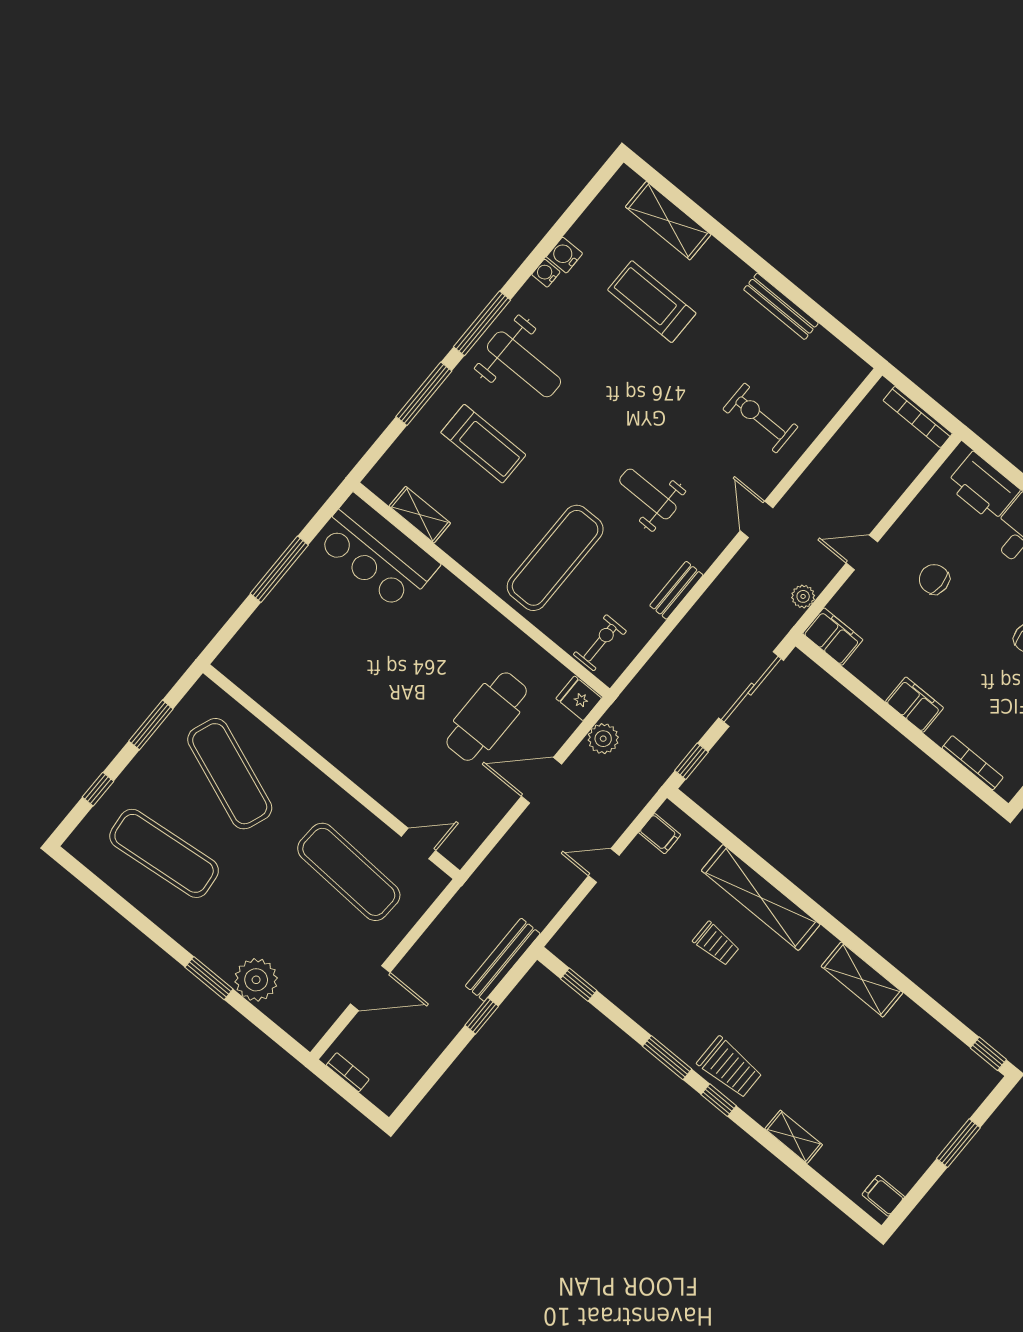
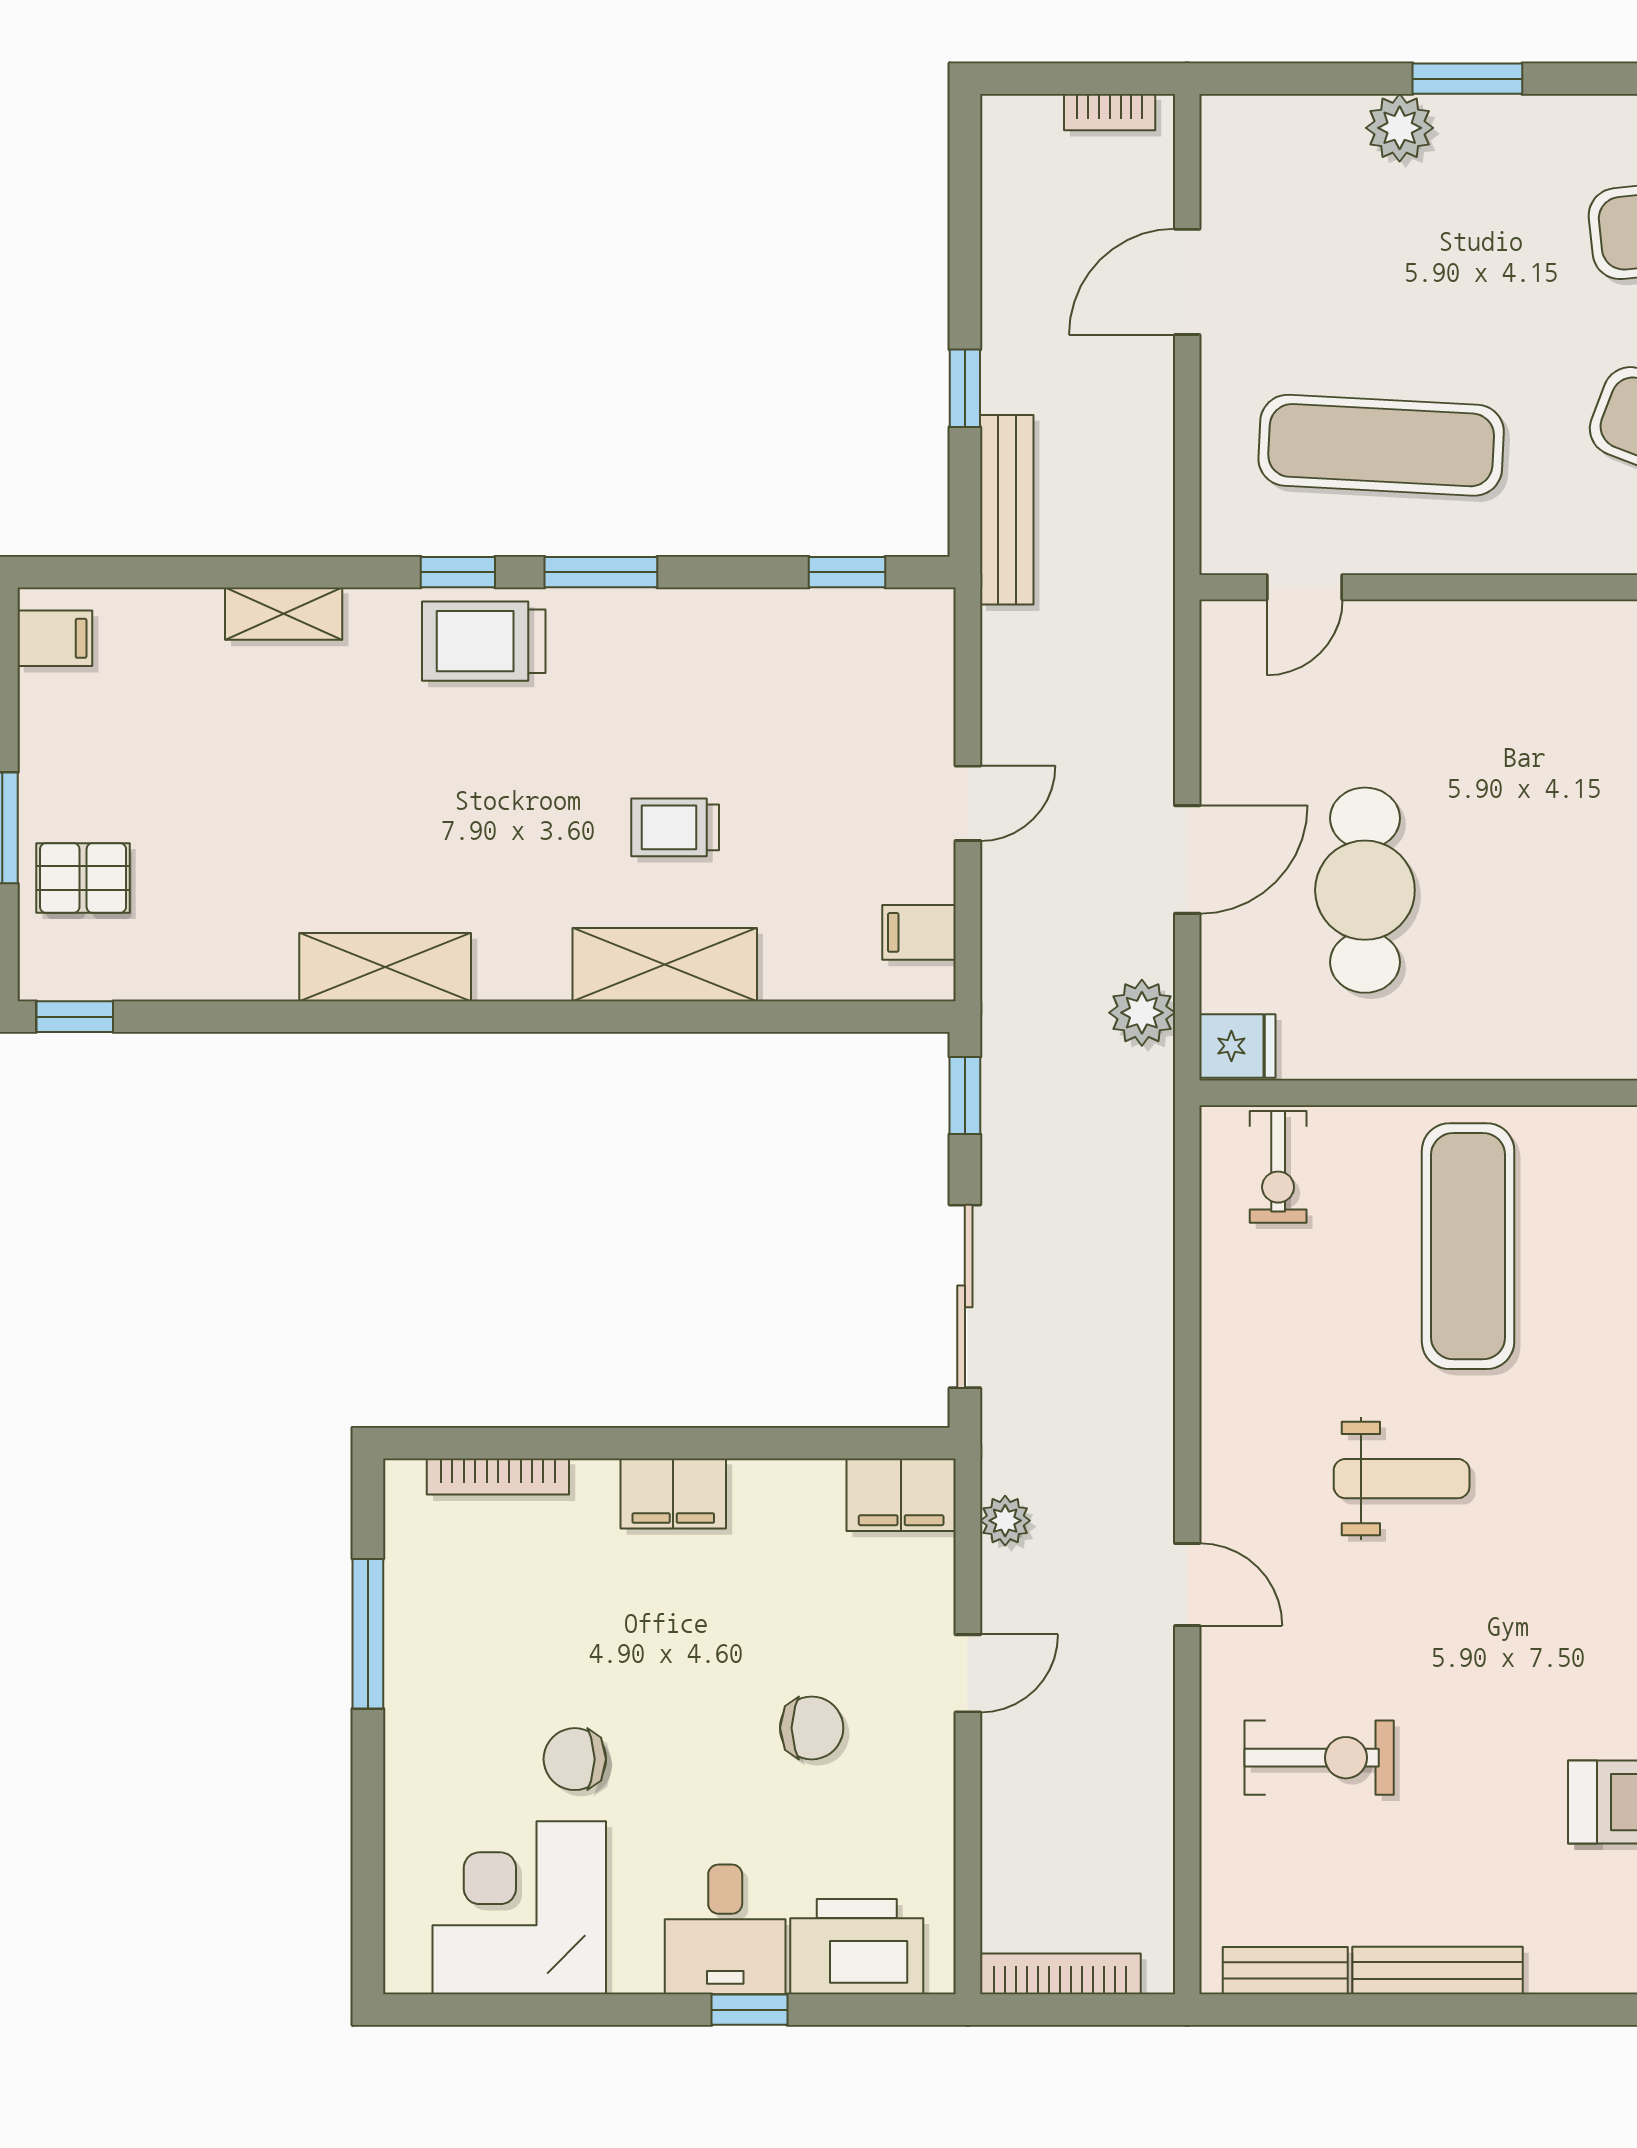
bench: (676, 590) -> (1285, 1971), moved, turned 90
shelving: (761, 897) -> (665, 965), width x0.68
plant: (256, 980) -> (1400, 128), width x0.73, depth x0.73
pallet: (944, 1101) -> (83, 878), added

